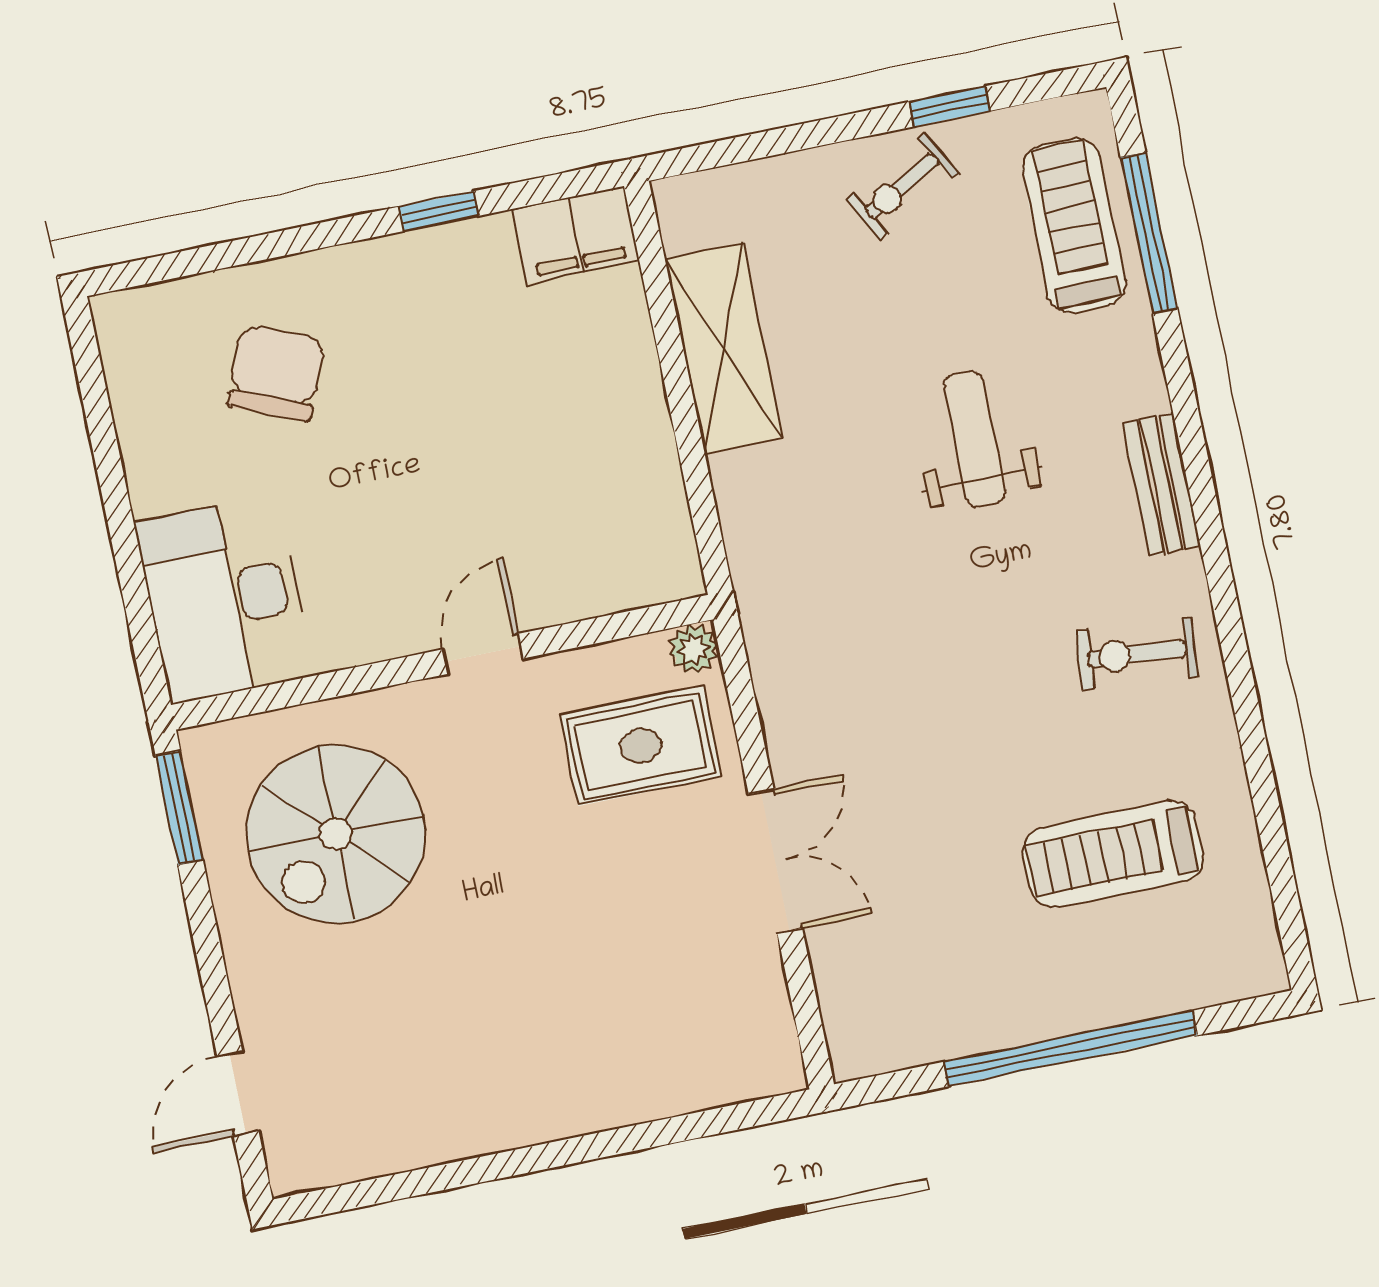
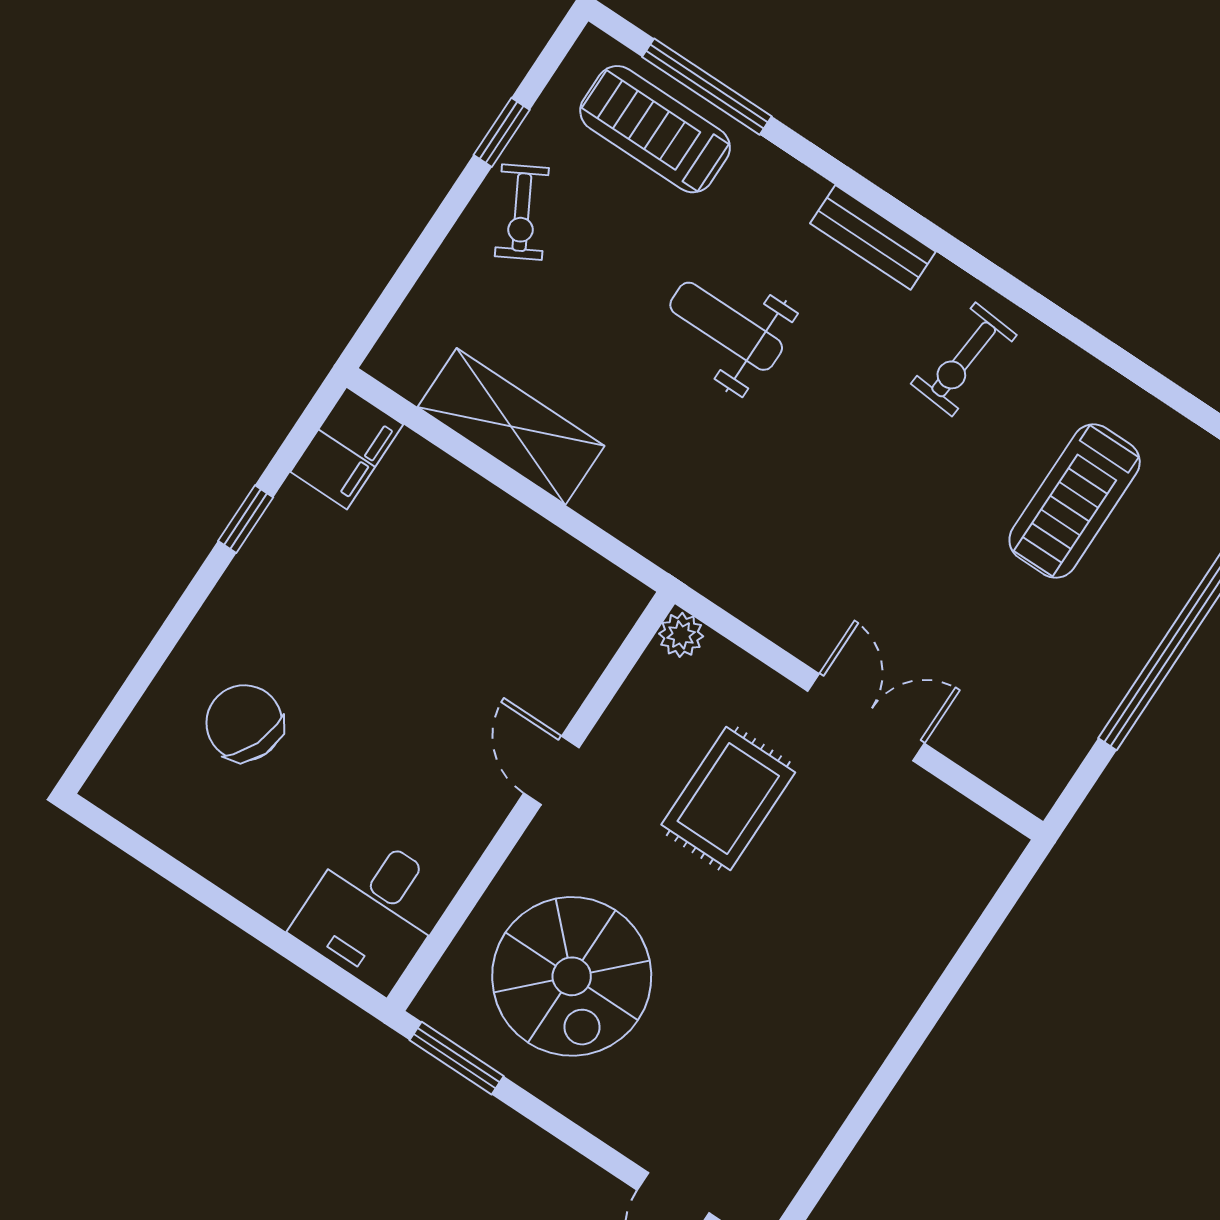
desk: (224, 599) -> (373, 911), width x0.73
rug: (641, 746) -> (728, 799), moved

